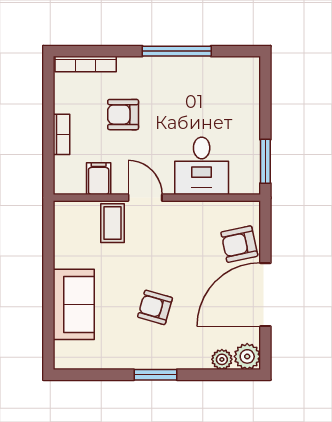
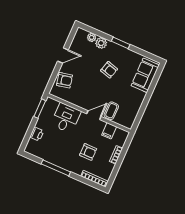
printer: (248, 105) -> (37, 134), added
door: (145, 198) -> (94, 115), swing flipped
door: (265, 295) -> (63, 56), width x0.53
sofa: (74, 304) -> (145, 75), moved
plant: (247, 356) -> (101, 43), moved

